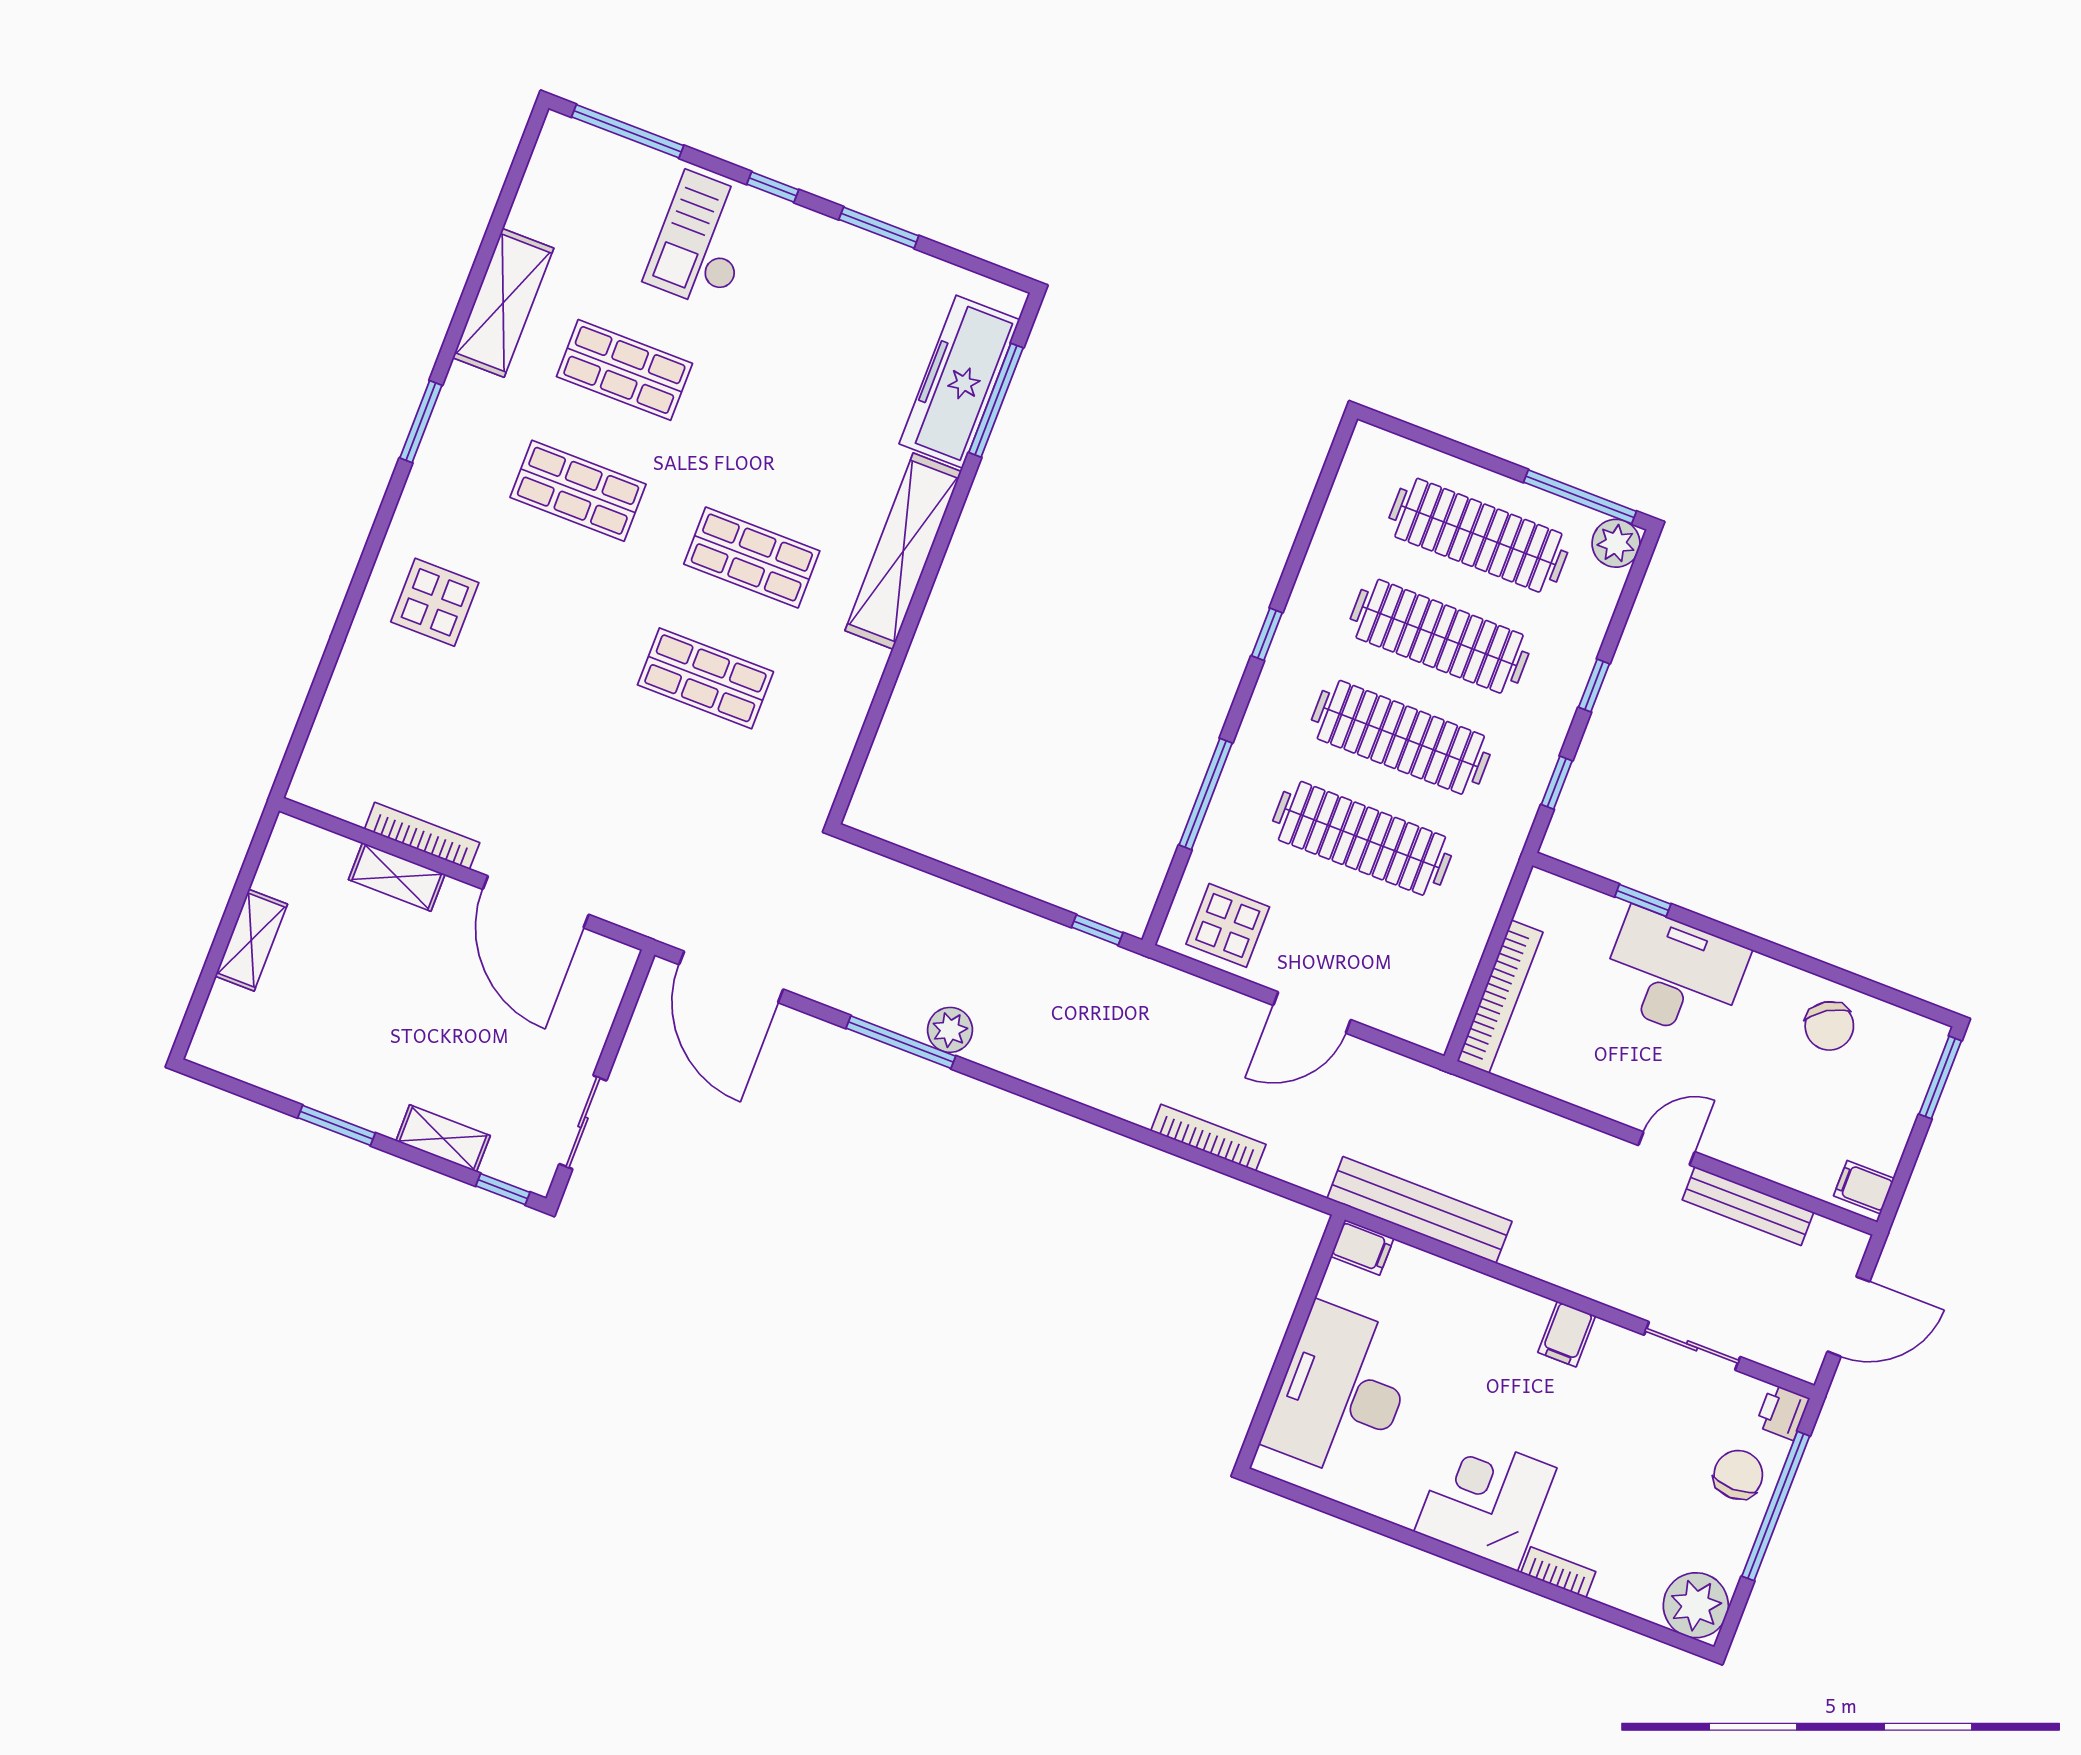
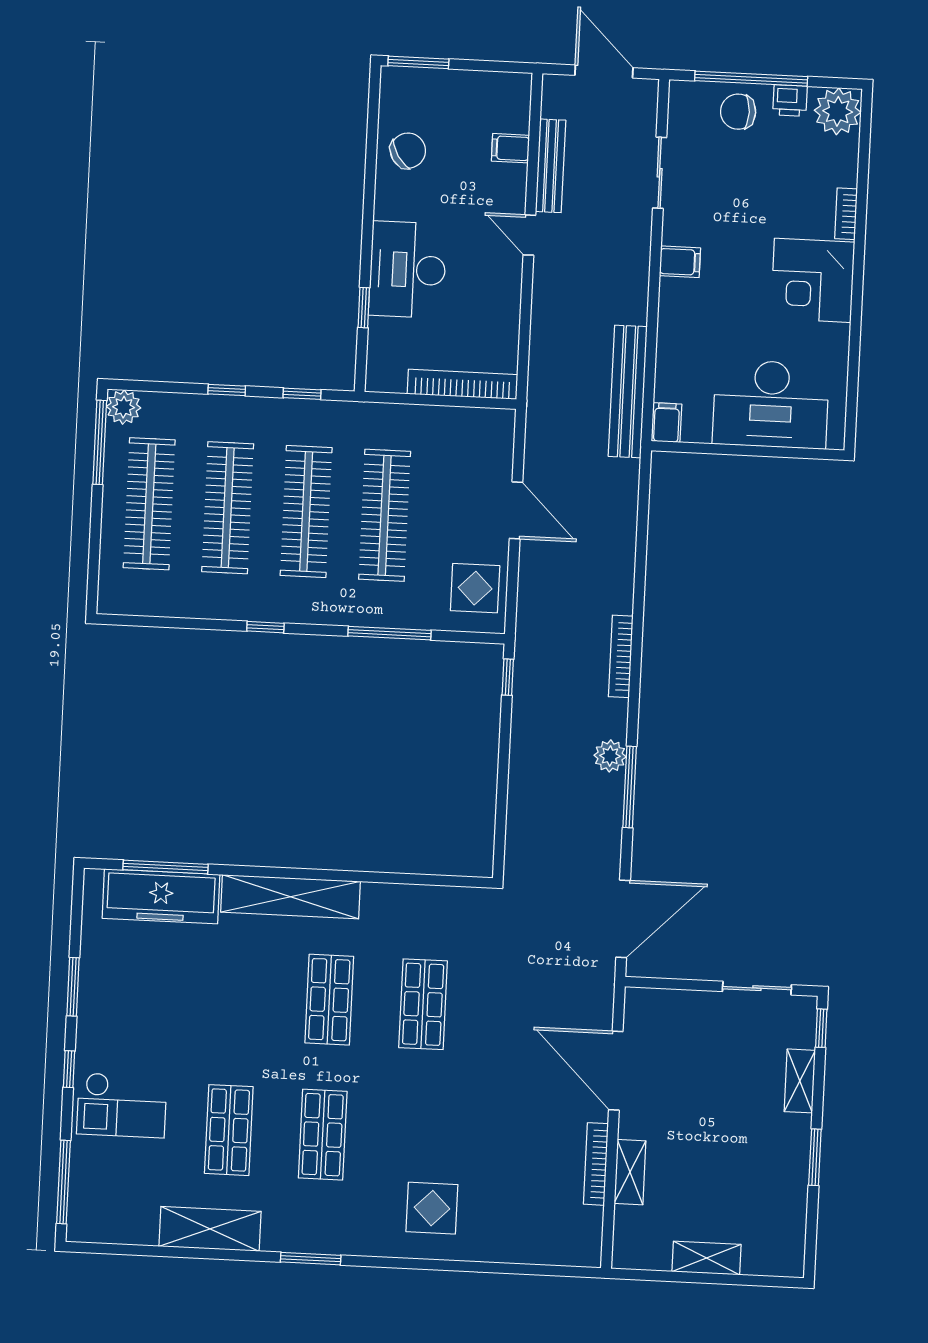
door: (536, 902) -> (616, 1071), swing flipped
bookcase: (1208, 1138) -> (621, 656), moved
filing cabinet: (1864, 1187) -> (510, 148), moved, turned 90
printer: (1783, 1412) -> (790, 100), moved

